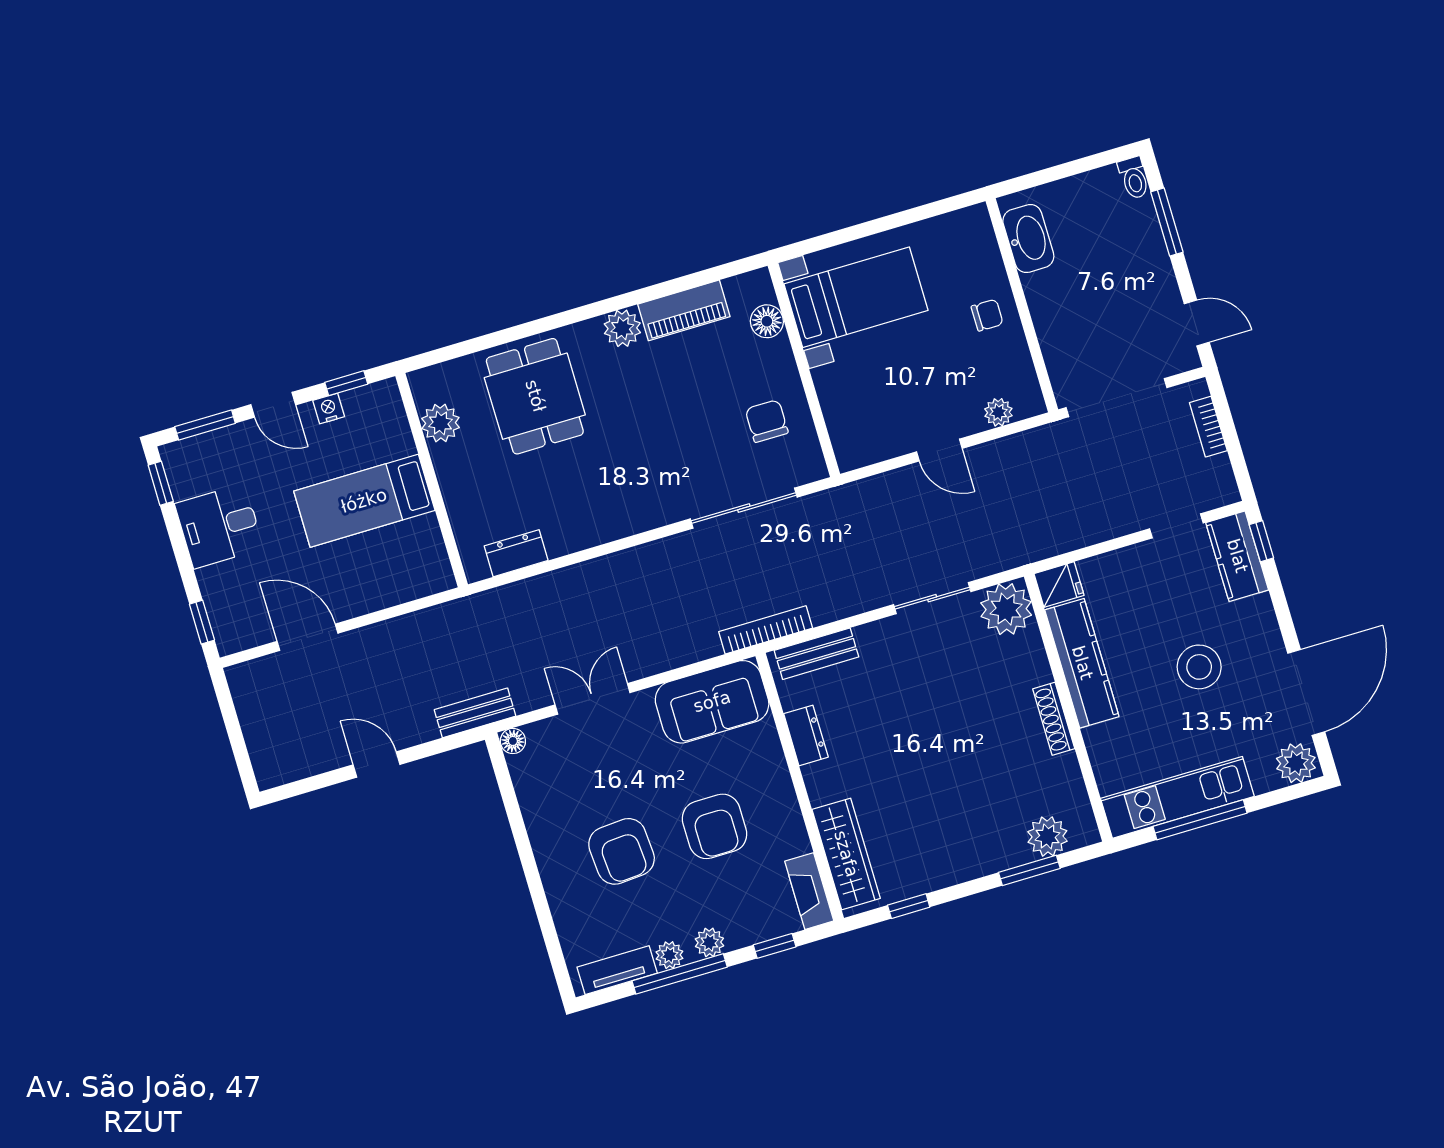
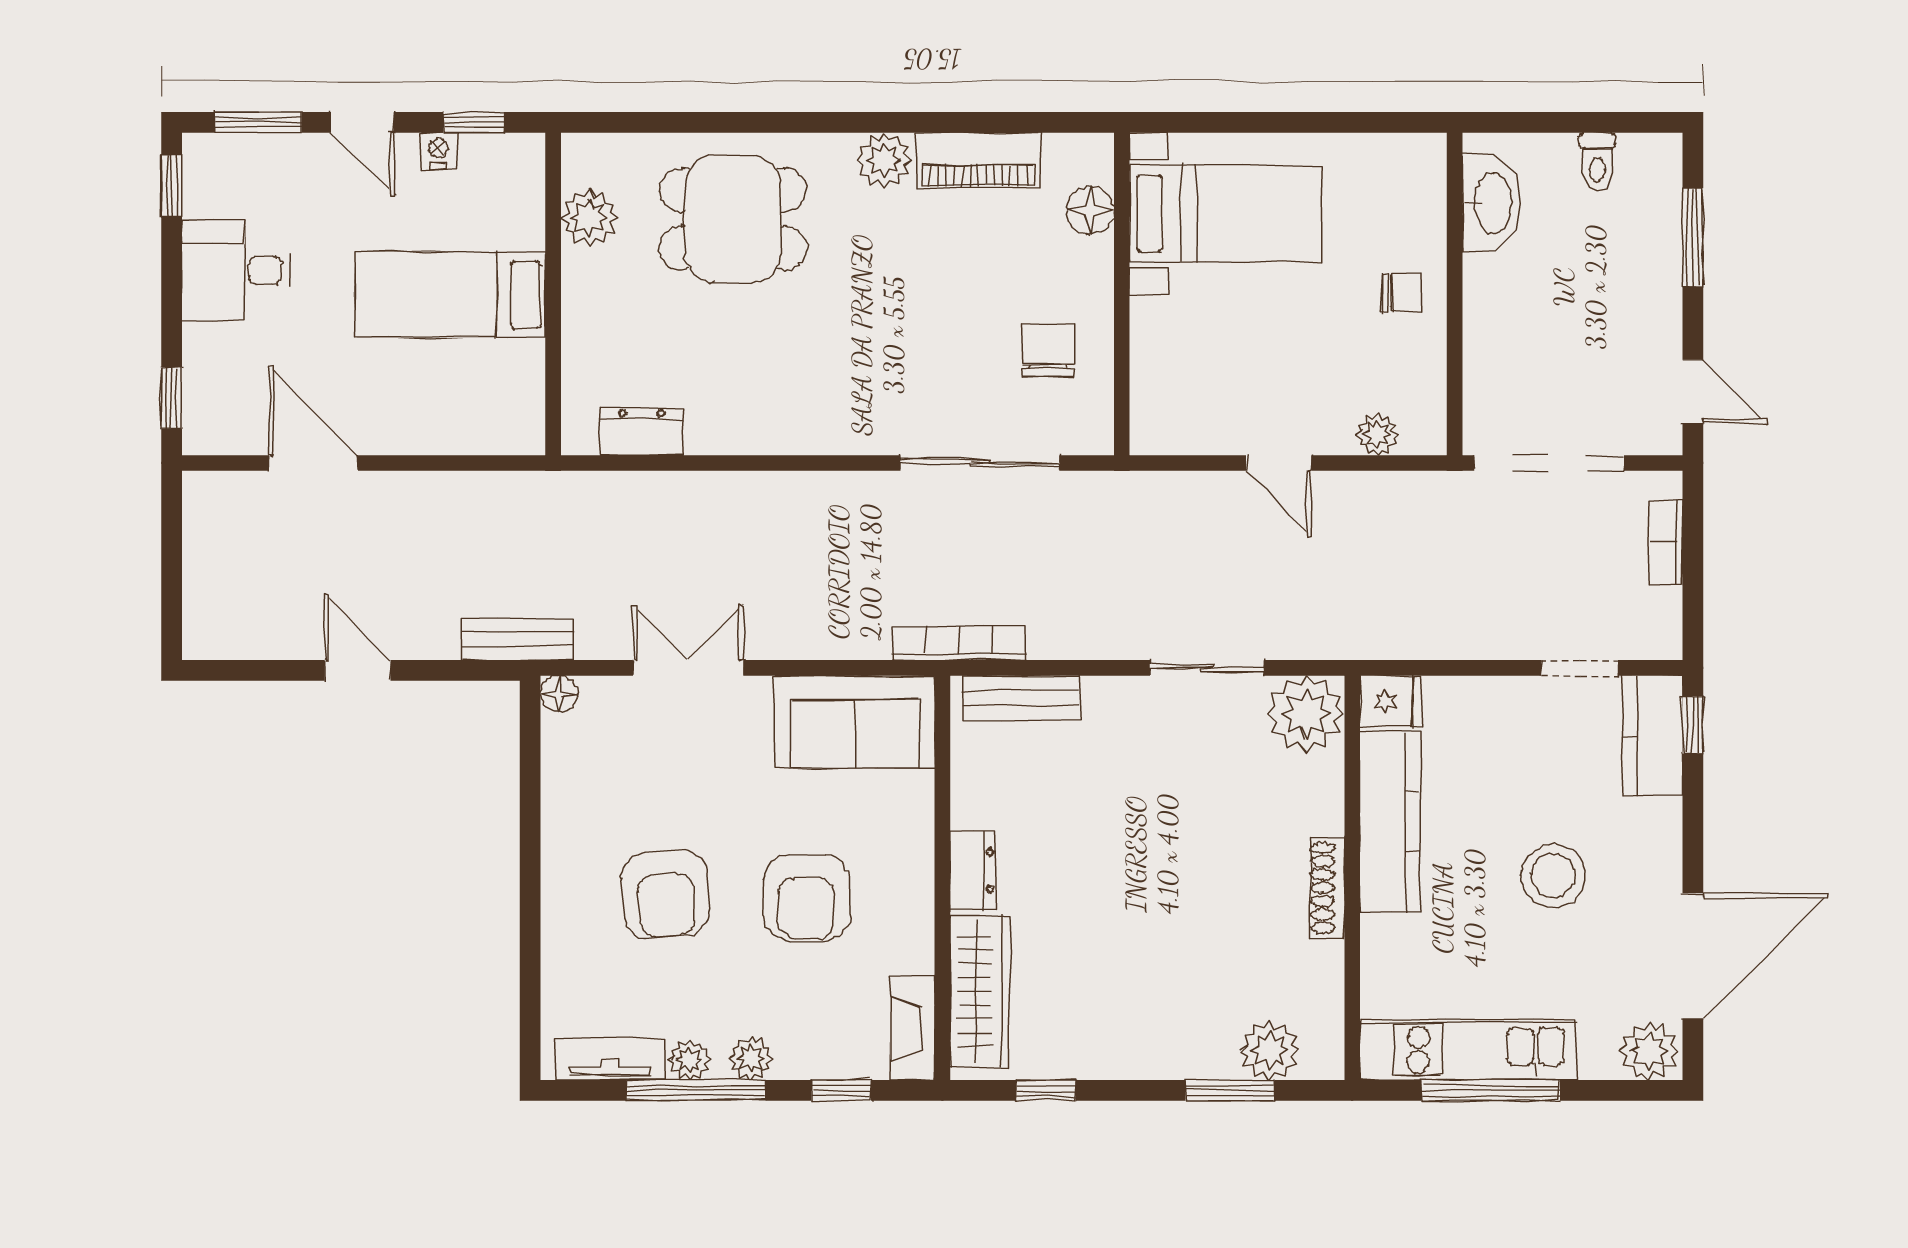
toilet: (1134, 178) -> (1597, 162), moved
dining table: (535, 396) -> (733, 219), turned 90
dresser: (806, 735) -> (972, 871), moved

